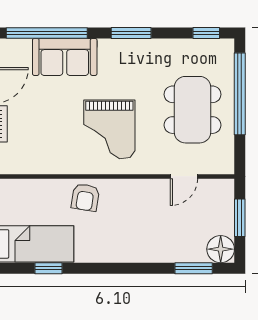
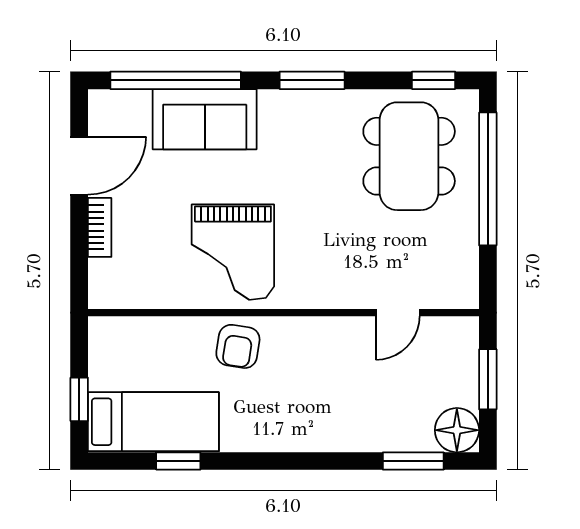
dining table: (193, 110) -> (409, 156), moved
grand piano: (109, 129) -> (233, 252), moved

